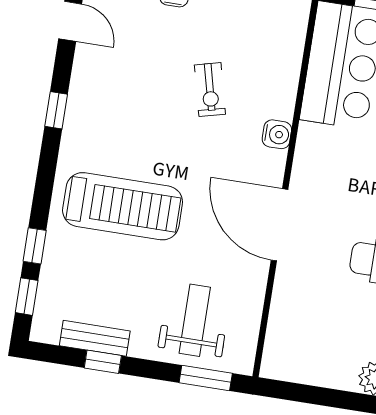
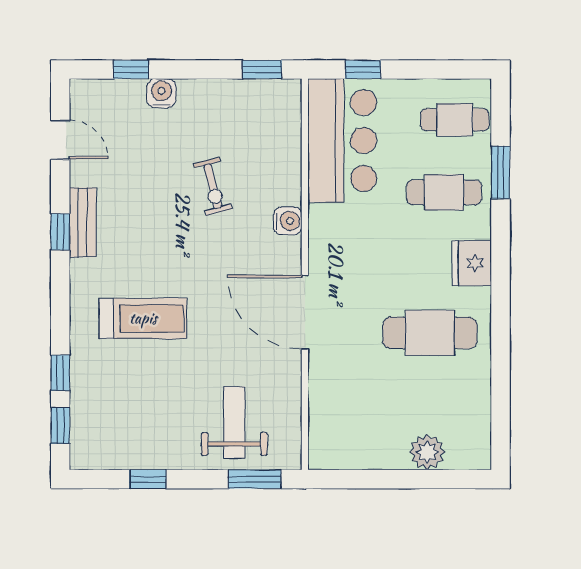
treadmill: (123, 206) -> (143, 318), width x0.73, depth x0.73
bench: (95, 338) -> (83, 222), moved, turned 90

